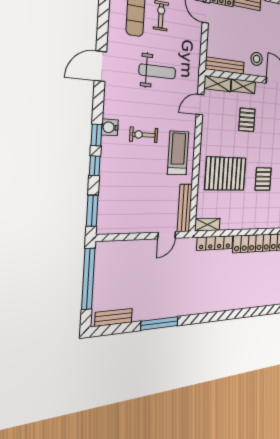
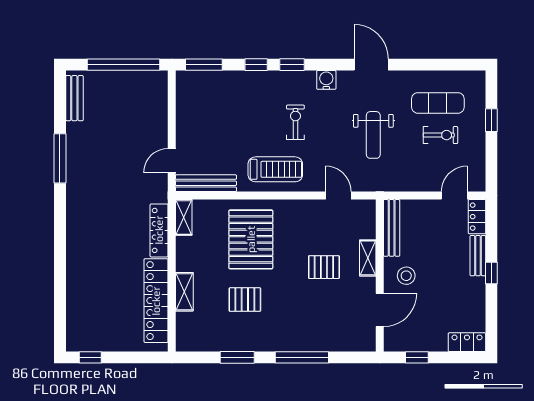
shelving: (218, 84) -> (184, 292), moved
water cooler: (110, 127) -> (326, 80), moved
door: (167, 235) -> (172, 161), hinge flipped

